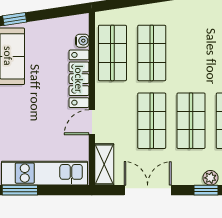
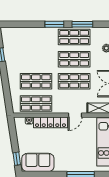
door: (92, 122) -> (75, 115), hinge flipped

